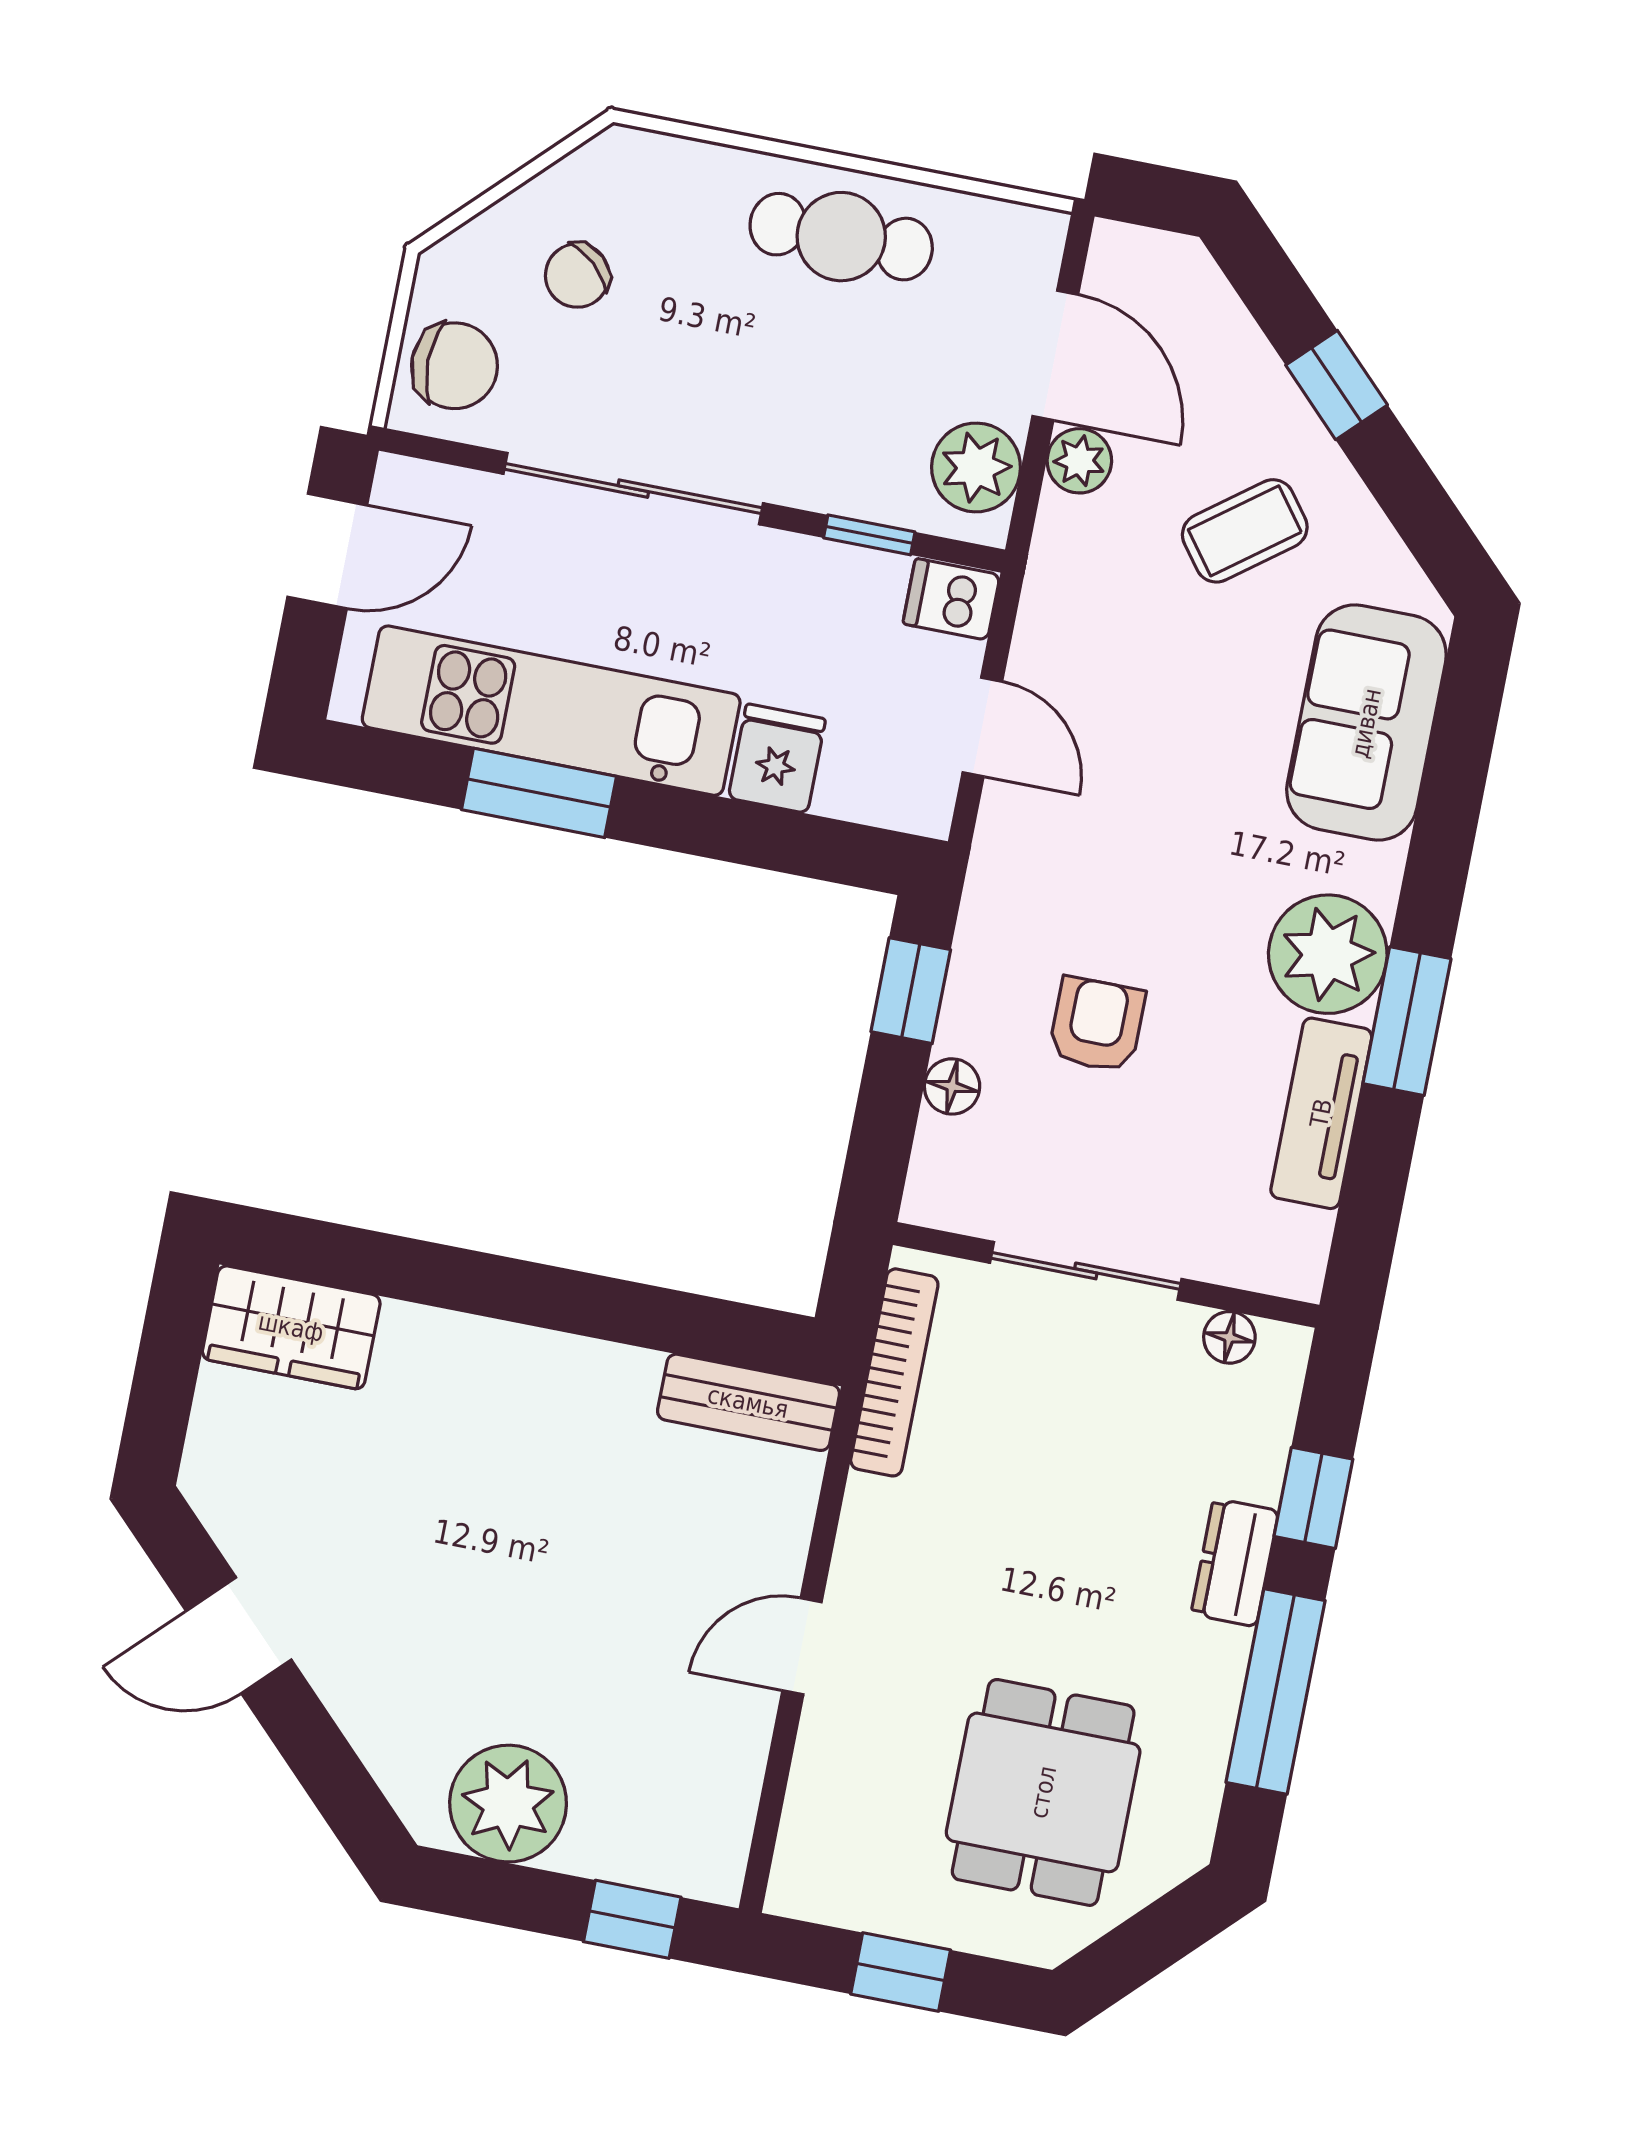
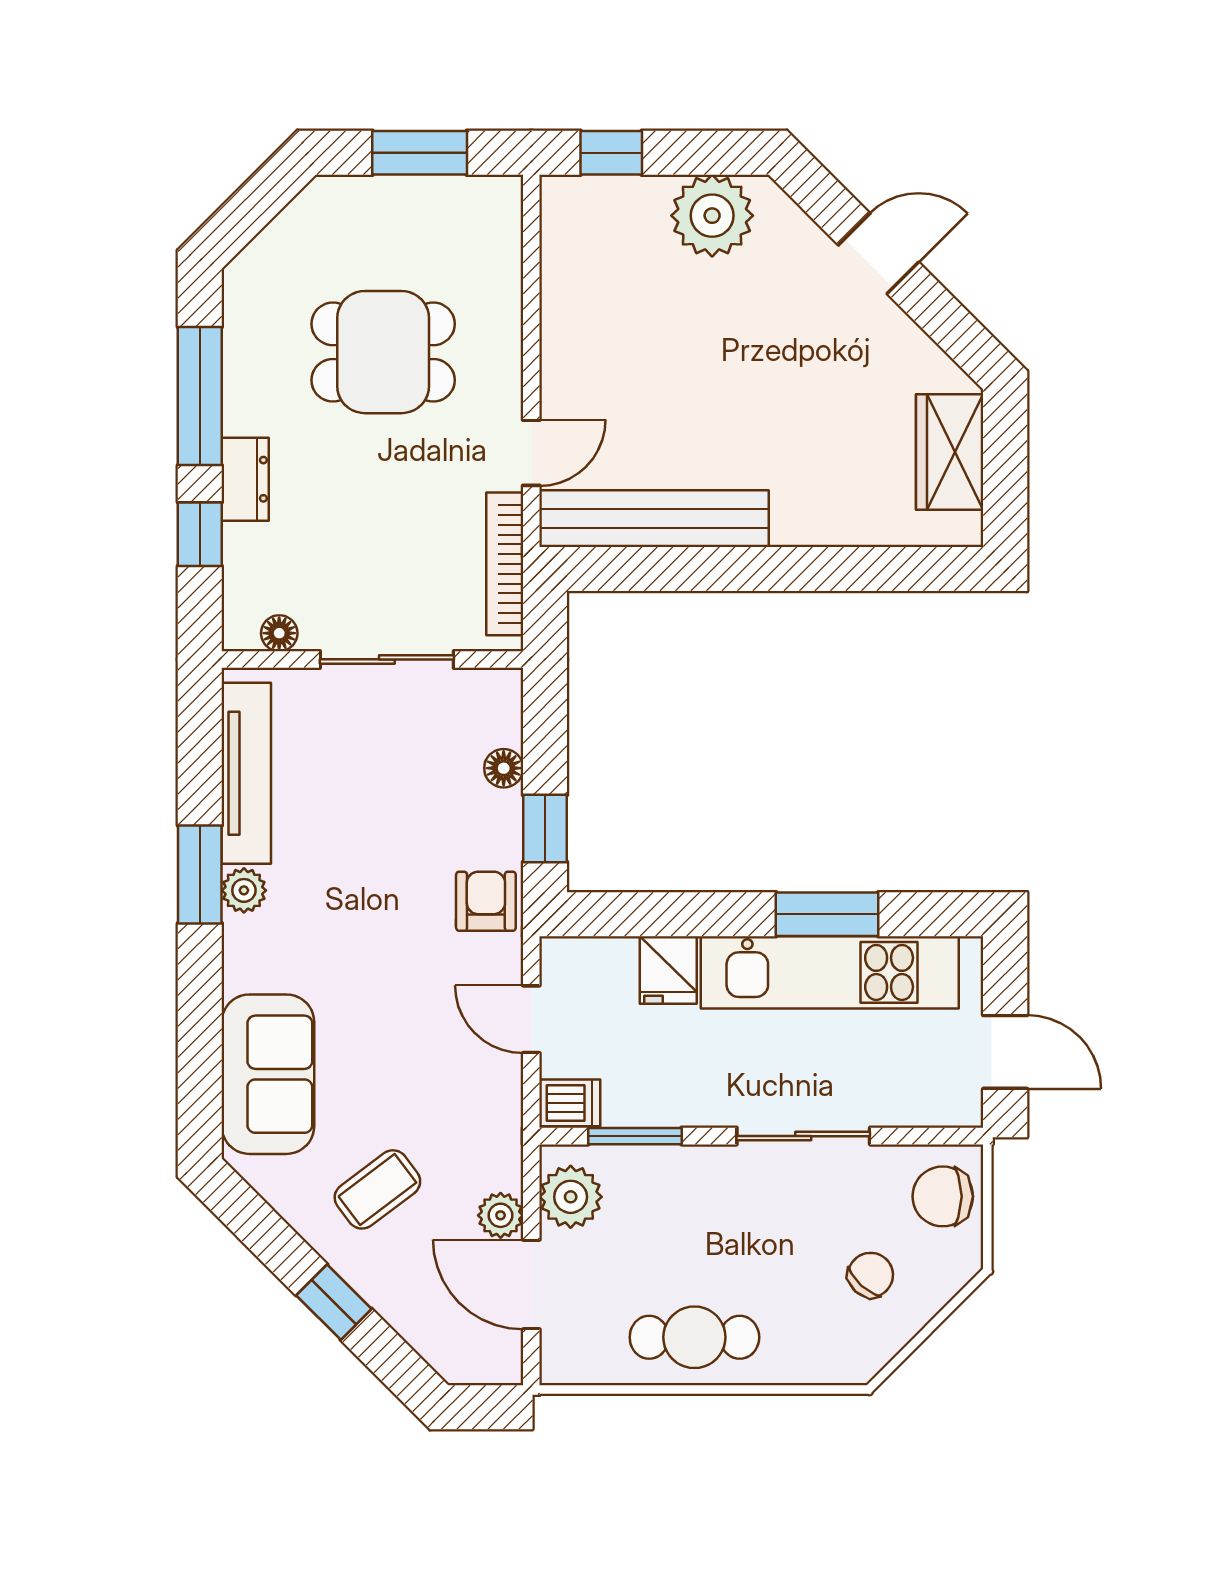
sliding door: (633, 489) -> (803, 1136), width x0.73
window: (869, 535) -> (635, 1136), width x1.50
door: (327, 551) -> (1005, 1052), swing flipped
plant: (1328, 954) -> (244, 890), width x0.53, depth x0.53
armchair: (1097, 1025) -> (486, 901), moved, turned 180
tv unit: (1321, 1113) -> (246, 773), width x1.41
wardrobe: (291, 1327) -> (950, 452), moved, turned -90
bench: (748, 1402) -> (654, 519), width x1.86, depth x1.21
door: (239, 1635) -> (879, 254), moved
door: (802, 1646) -> (531, 453), moved
dining table: (1043, 1792) -> (383, 352), moved, turned 90
window: (901, 1972) -> (420, 153), width x1.50

